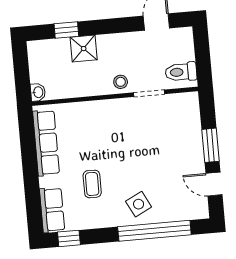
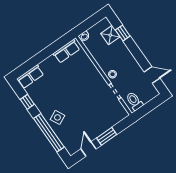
shower: (84, 49) -> (110, 35), moved
row of seats: (46, 143) -> (66, 51), width x0.68
coffee table: (92, 184) -> (54, 89), removed
window: (69, 238) -> (27, 102), moved

